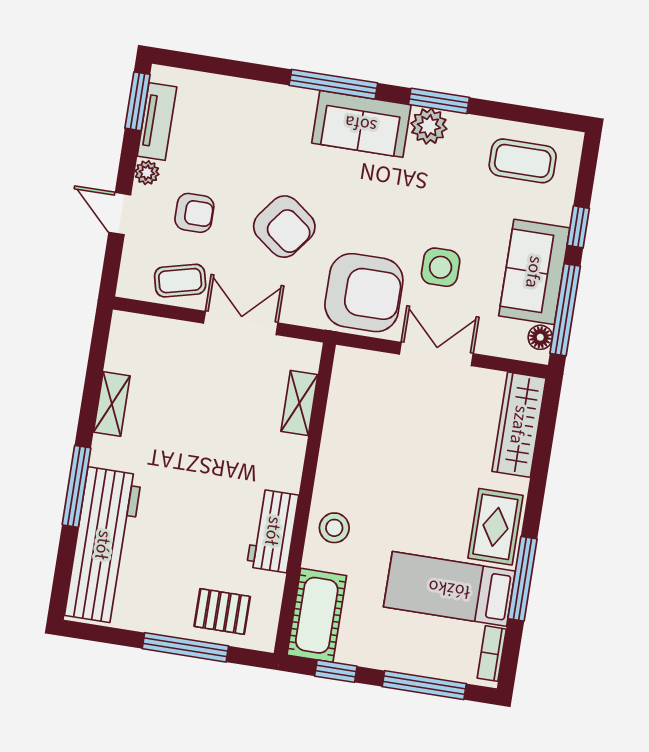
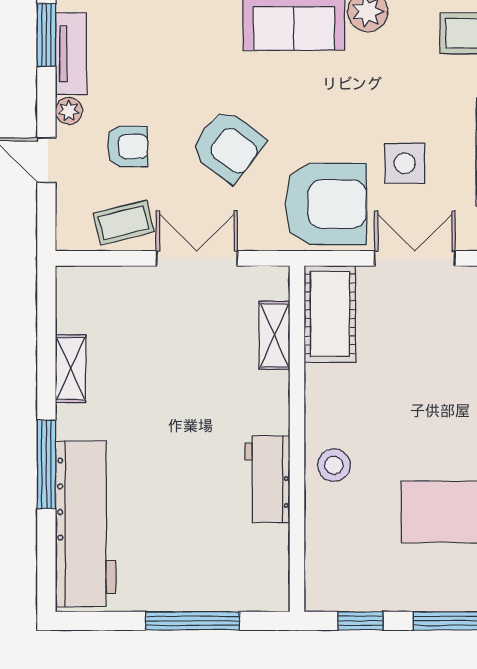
pallet: (222, 611) -> (226, 575), removed
cot: (317, 615) -> (330, 314), moved

